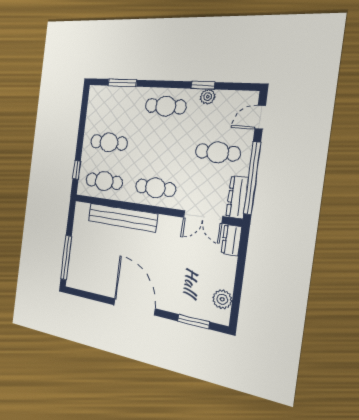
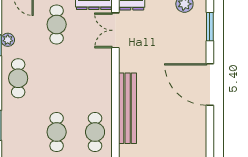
cafe table: (155, 188) -> (95, 78), removed
double door: (203, 217) -> (115, 30), swing flipped
door: (134, 307) -> (210, 85), hinge flipped

